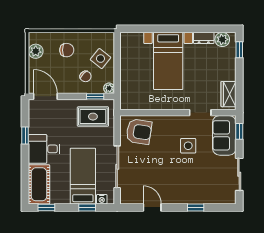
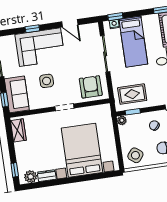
side table: (100, 59) -> (135, 155), moved
bed with nightstands: (168, 61) -> (82, 150), width x1.36
chair: (86, 76) -> (154, 125), moved
doorway: (200, 113) -> (65, 107), moved
armchair: (139, 132) -> (91, 87), turned 81
corner sofa: (190, 185) -> (40, 47), added
window: (87, 207) -> (115, 17), moved

